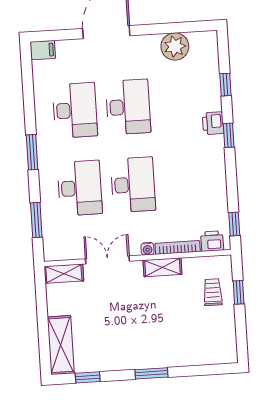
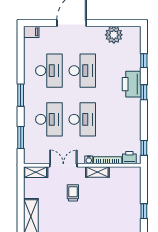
printer: (213, 123) -> (132, 84), width x1.87, depth x1.48
trolley: (213, 292) -> (73, 193), moved
window: (239, 292) -> (144, 211), moved

